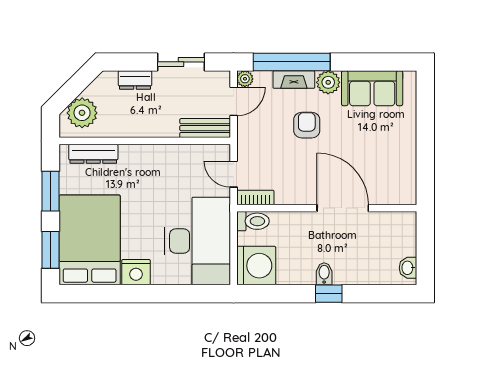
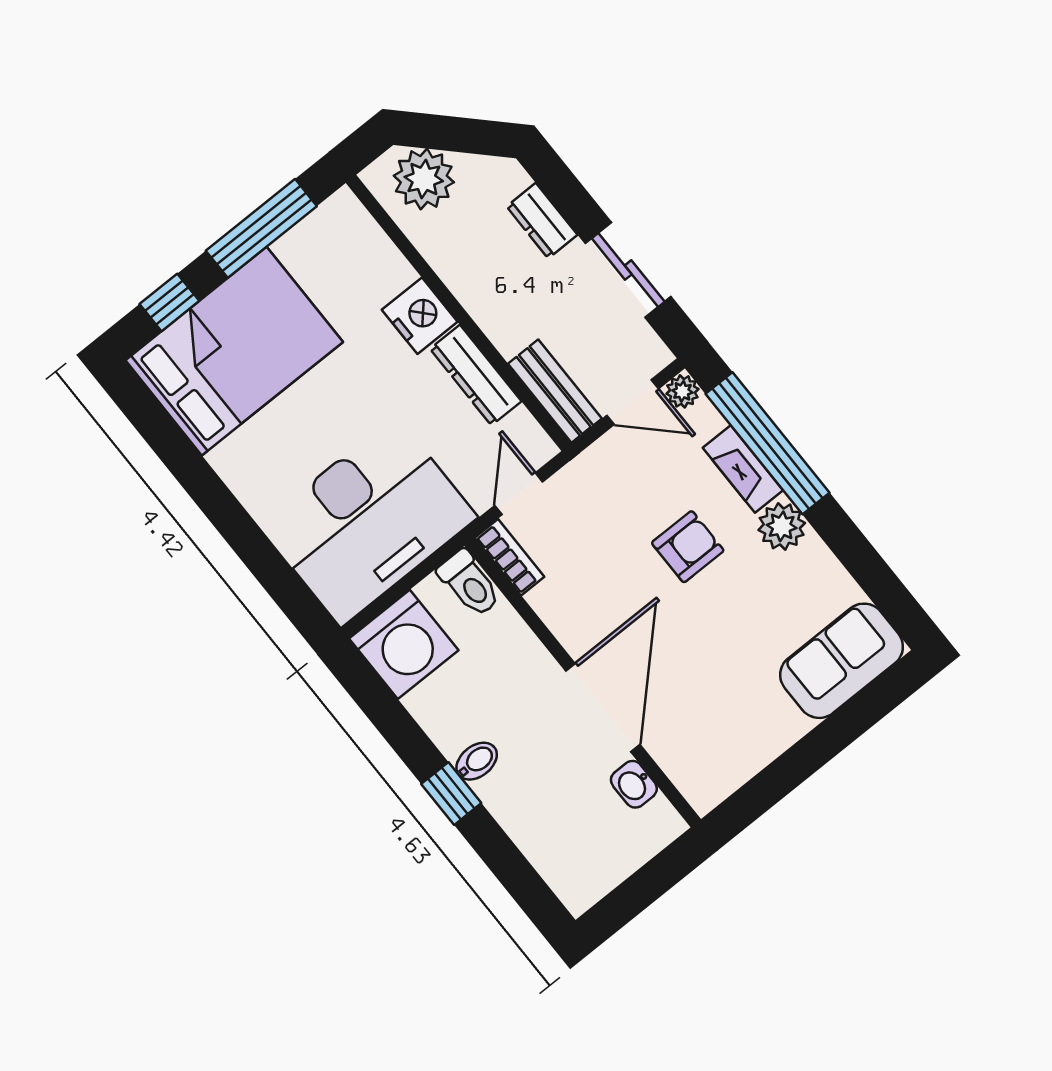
sofa: (372, 88) -> (842, 661), moved, turned 90
dresser: (93, 154) -> (476, 375), moved
window: (51, 191) -> (261, 228), width x1.44
window: (51, 250) -> (169, 302), width x0.67
washbasin: (408, 268) -> (634, 784), moved, turned -90
nightstand: (136, 272) -> (420, 316), moved, turned 180

